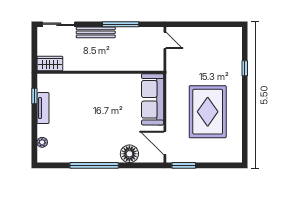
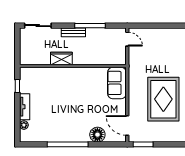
bench: (96, 32) -> (73, 32), width x0.73
wardrobe: (50, 63) -> (61, 59), moved
sofa: (153, 99) -> (117, 83), width x0.73
tv unit: (43, 108) -> (25, 107), moved

